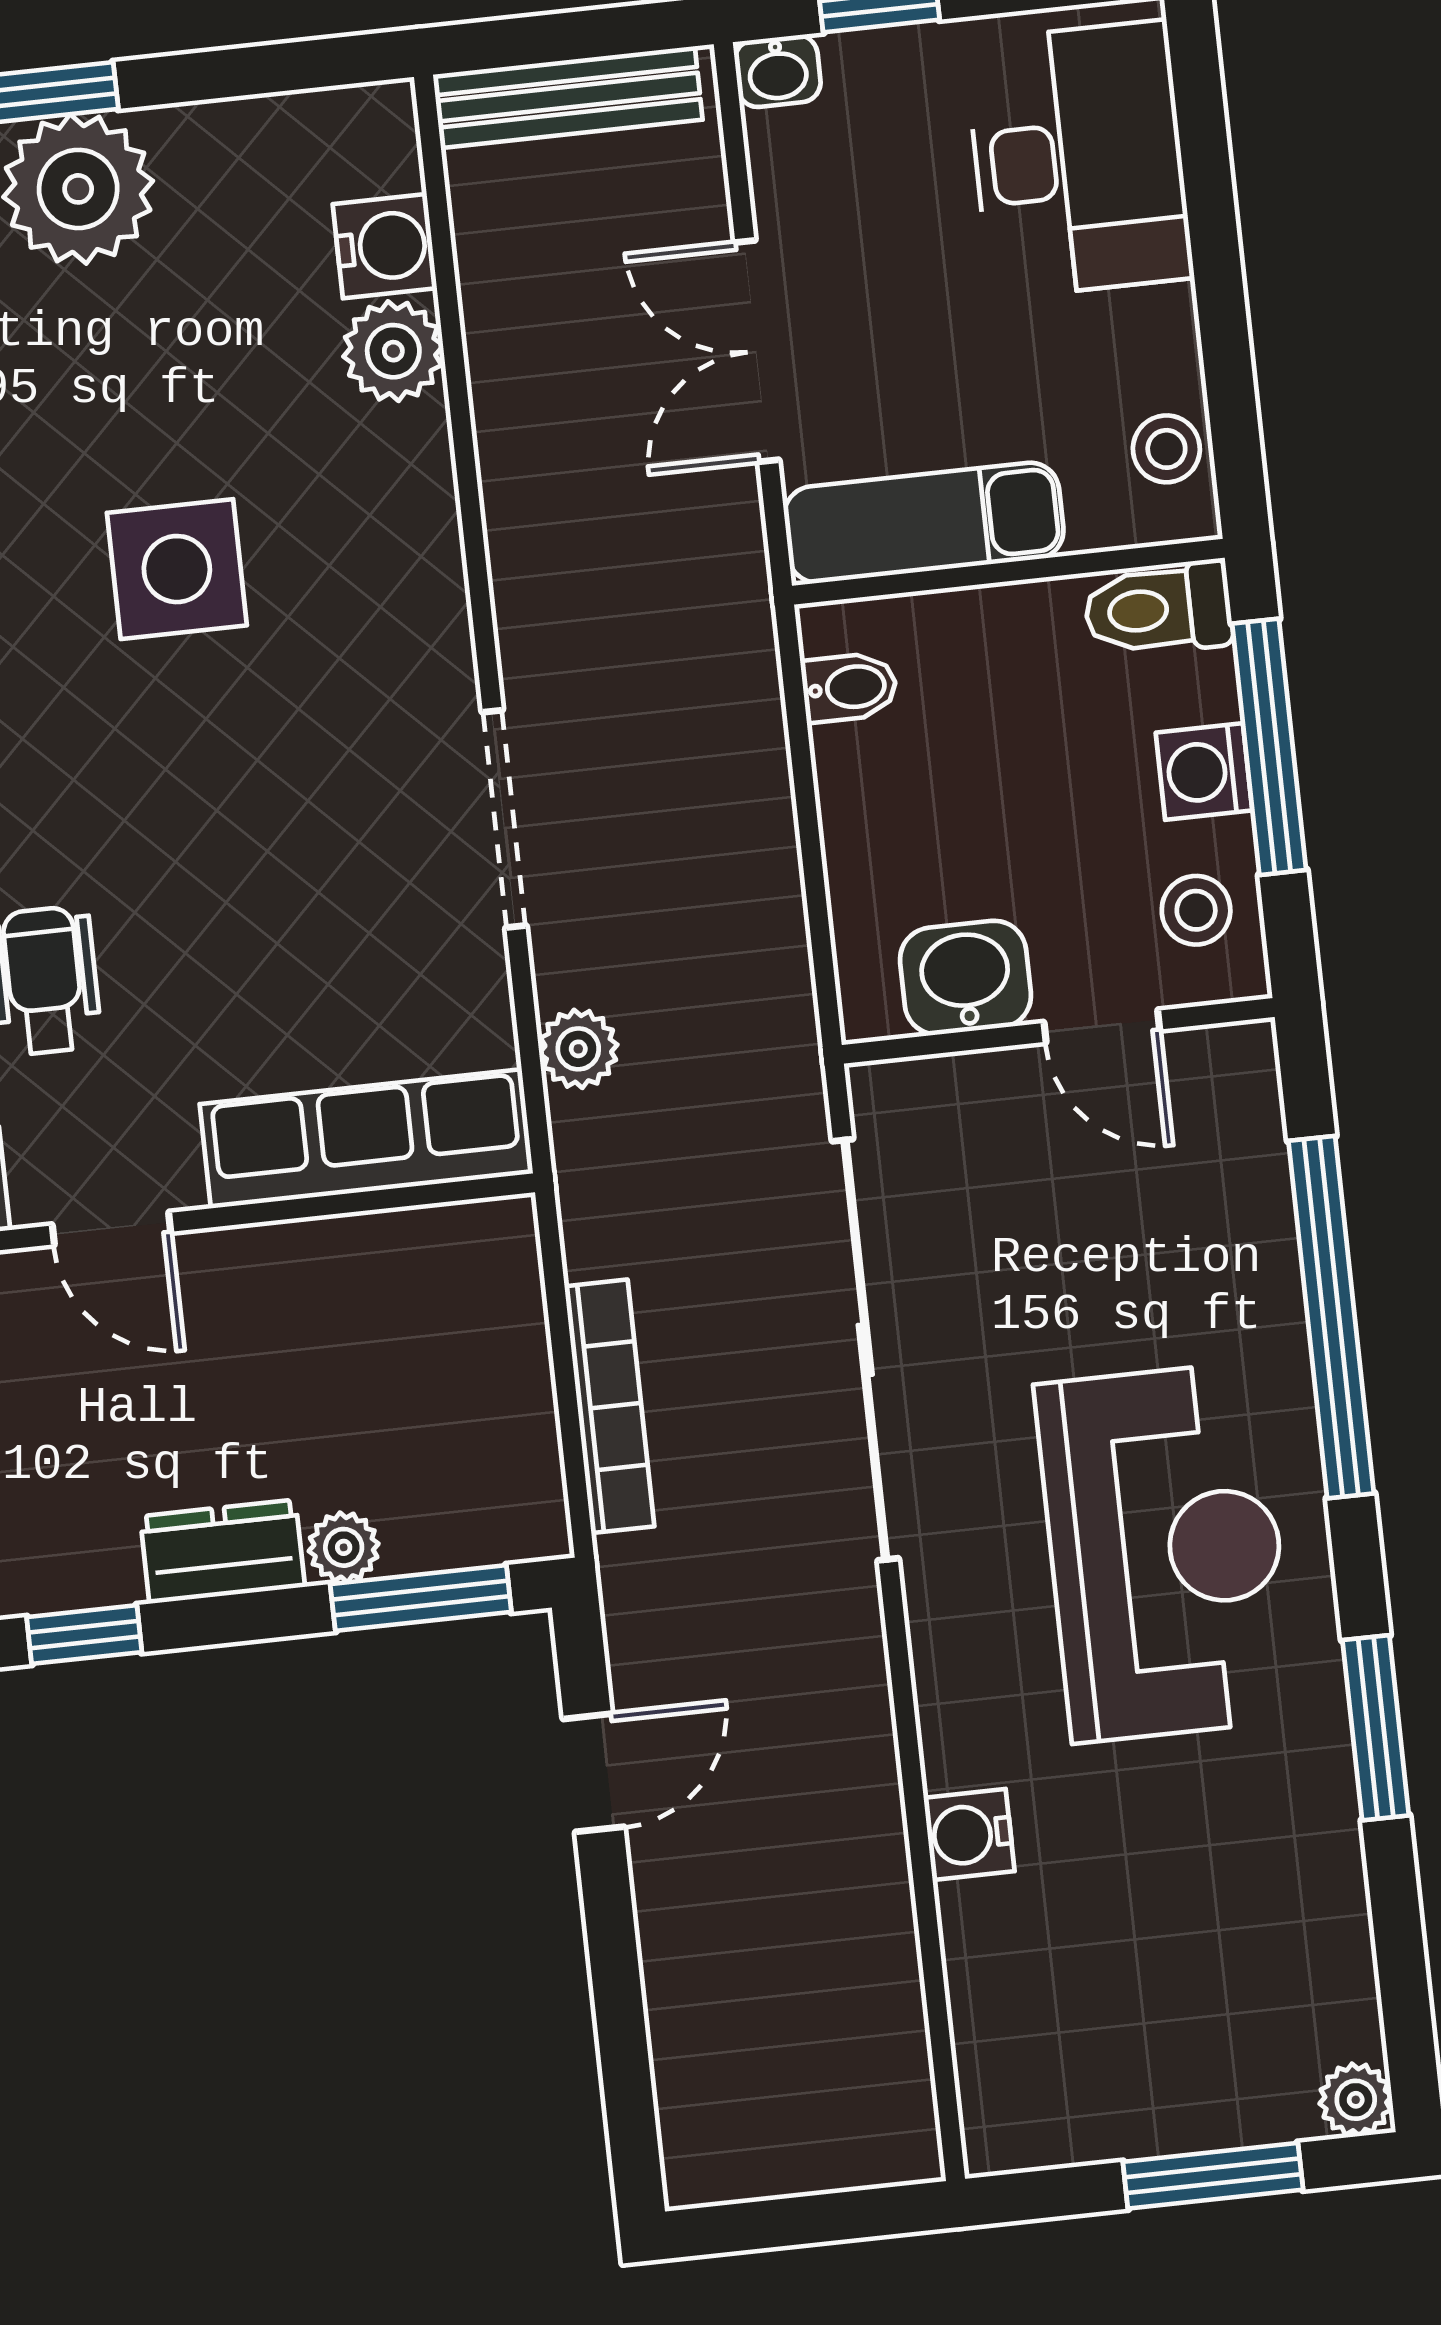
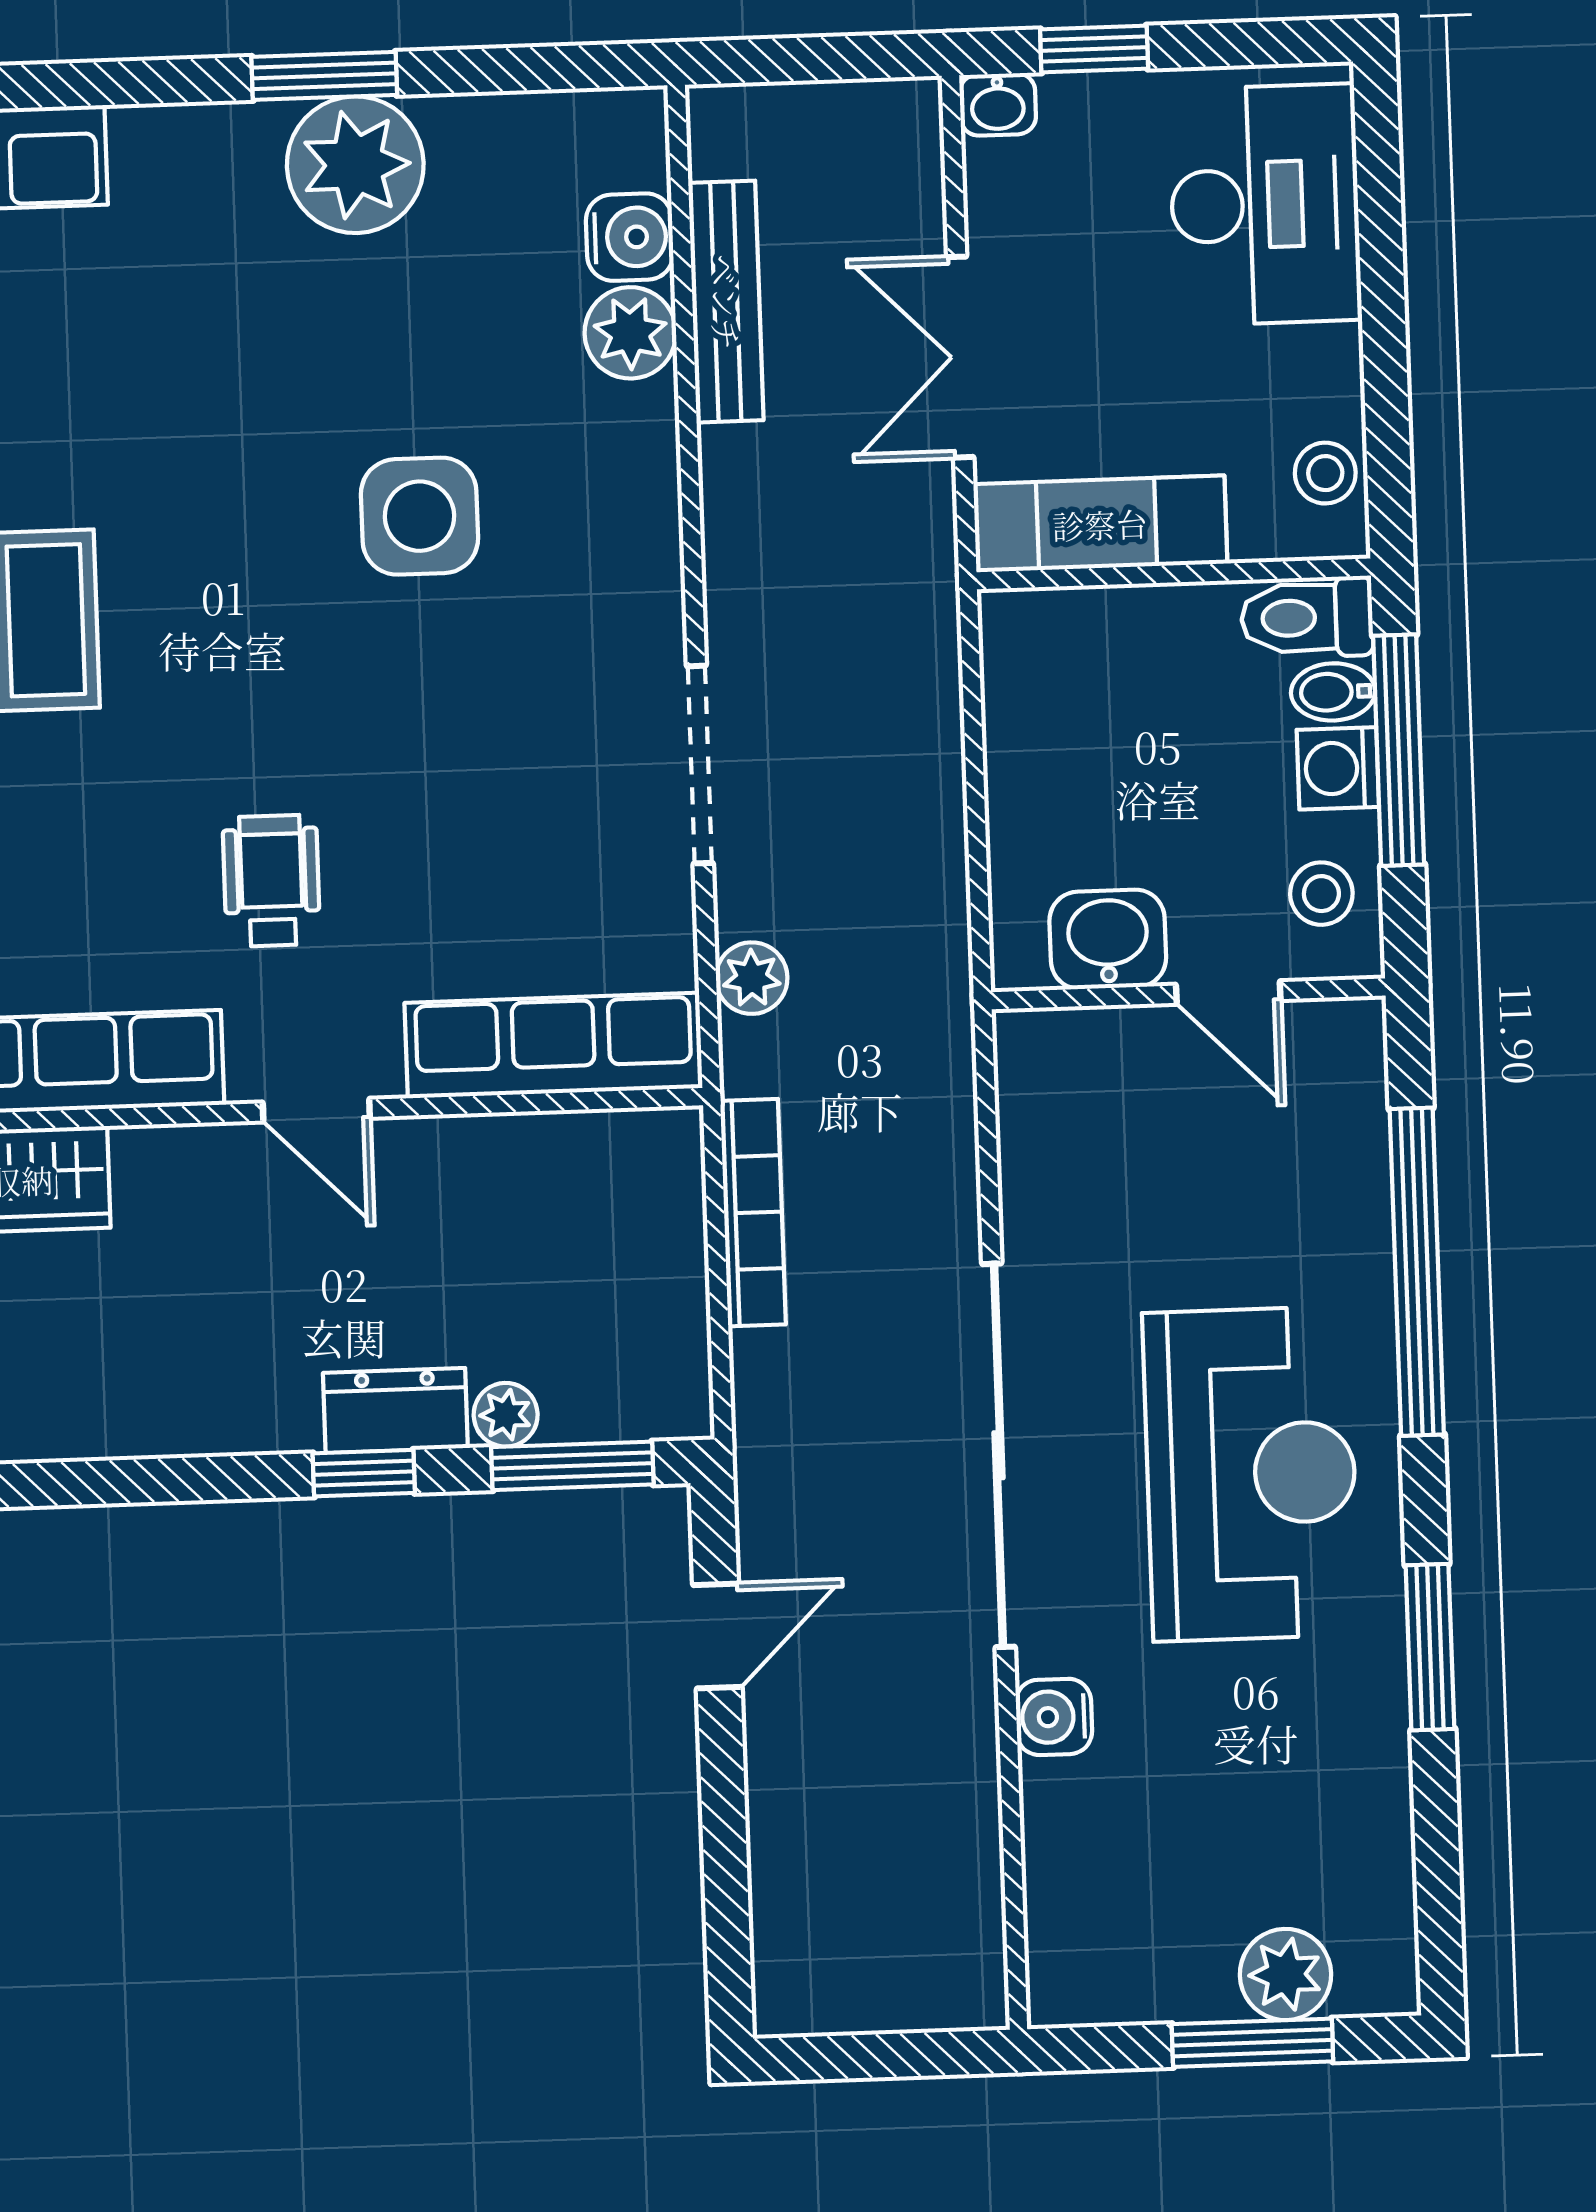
bench: (568, 97) -> (726, 302), moved, turned 90
bidet: (849, 687) -> (1333, 692), moved, turned 180
sliding door: (865, 1350) -> (999, 1455), moved
bookcase: (609, 1406) -> (753, 1213), moved
window: (84, 1635) -> (364, 1473), moved
plant: (1356, 2100) -> (1286, 1974), moved, width x1.38, depth x1.38

